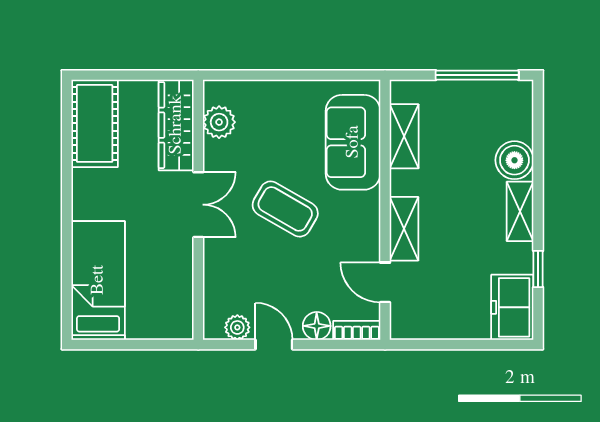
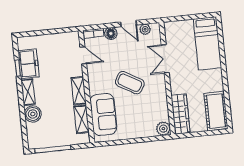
plant: (219, 122) -> (163, 129), moved
double door: (198, 205) -> (165, 59), moved
shelving: (404, 229) -> (79, 91), moved
freezer: (512, 307) -> (28, 64), moved

